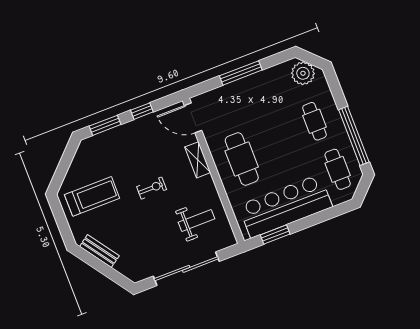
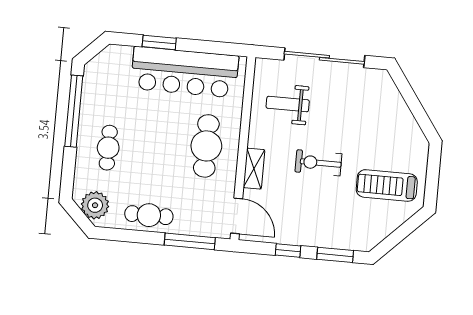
window: (241, 73) -> (190, 241), moved
cafe table: (338, 169) -> (149, 215), moved, turned 90
exercise bike: (152, 188) -> (318, 163), width x1.38, depth x1.39
window: (275, 234) -> (159, 42), moved
bench: (99, 251) -> (408, 123), removed

